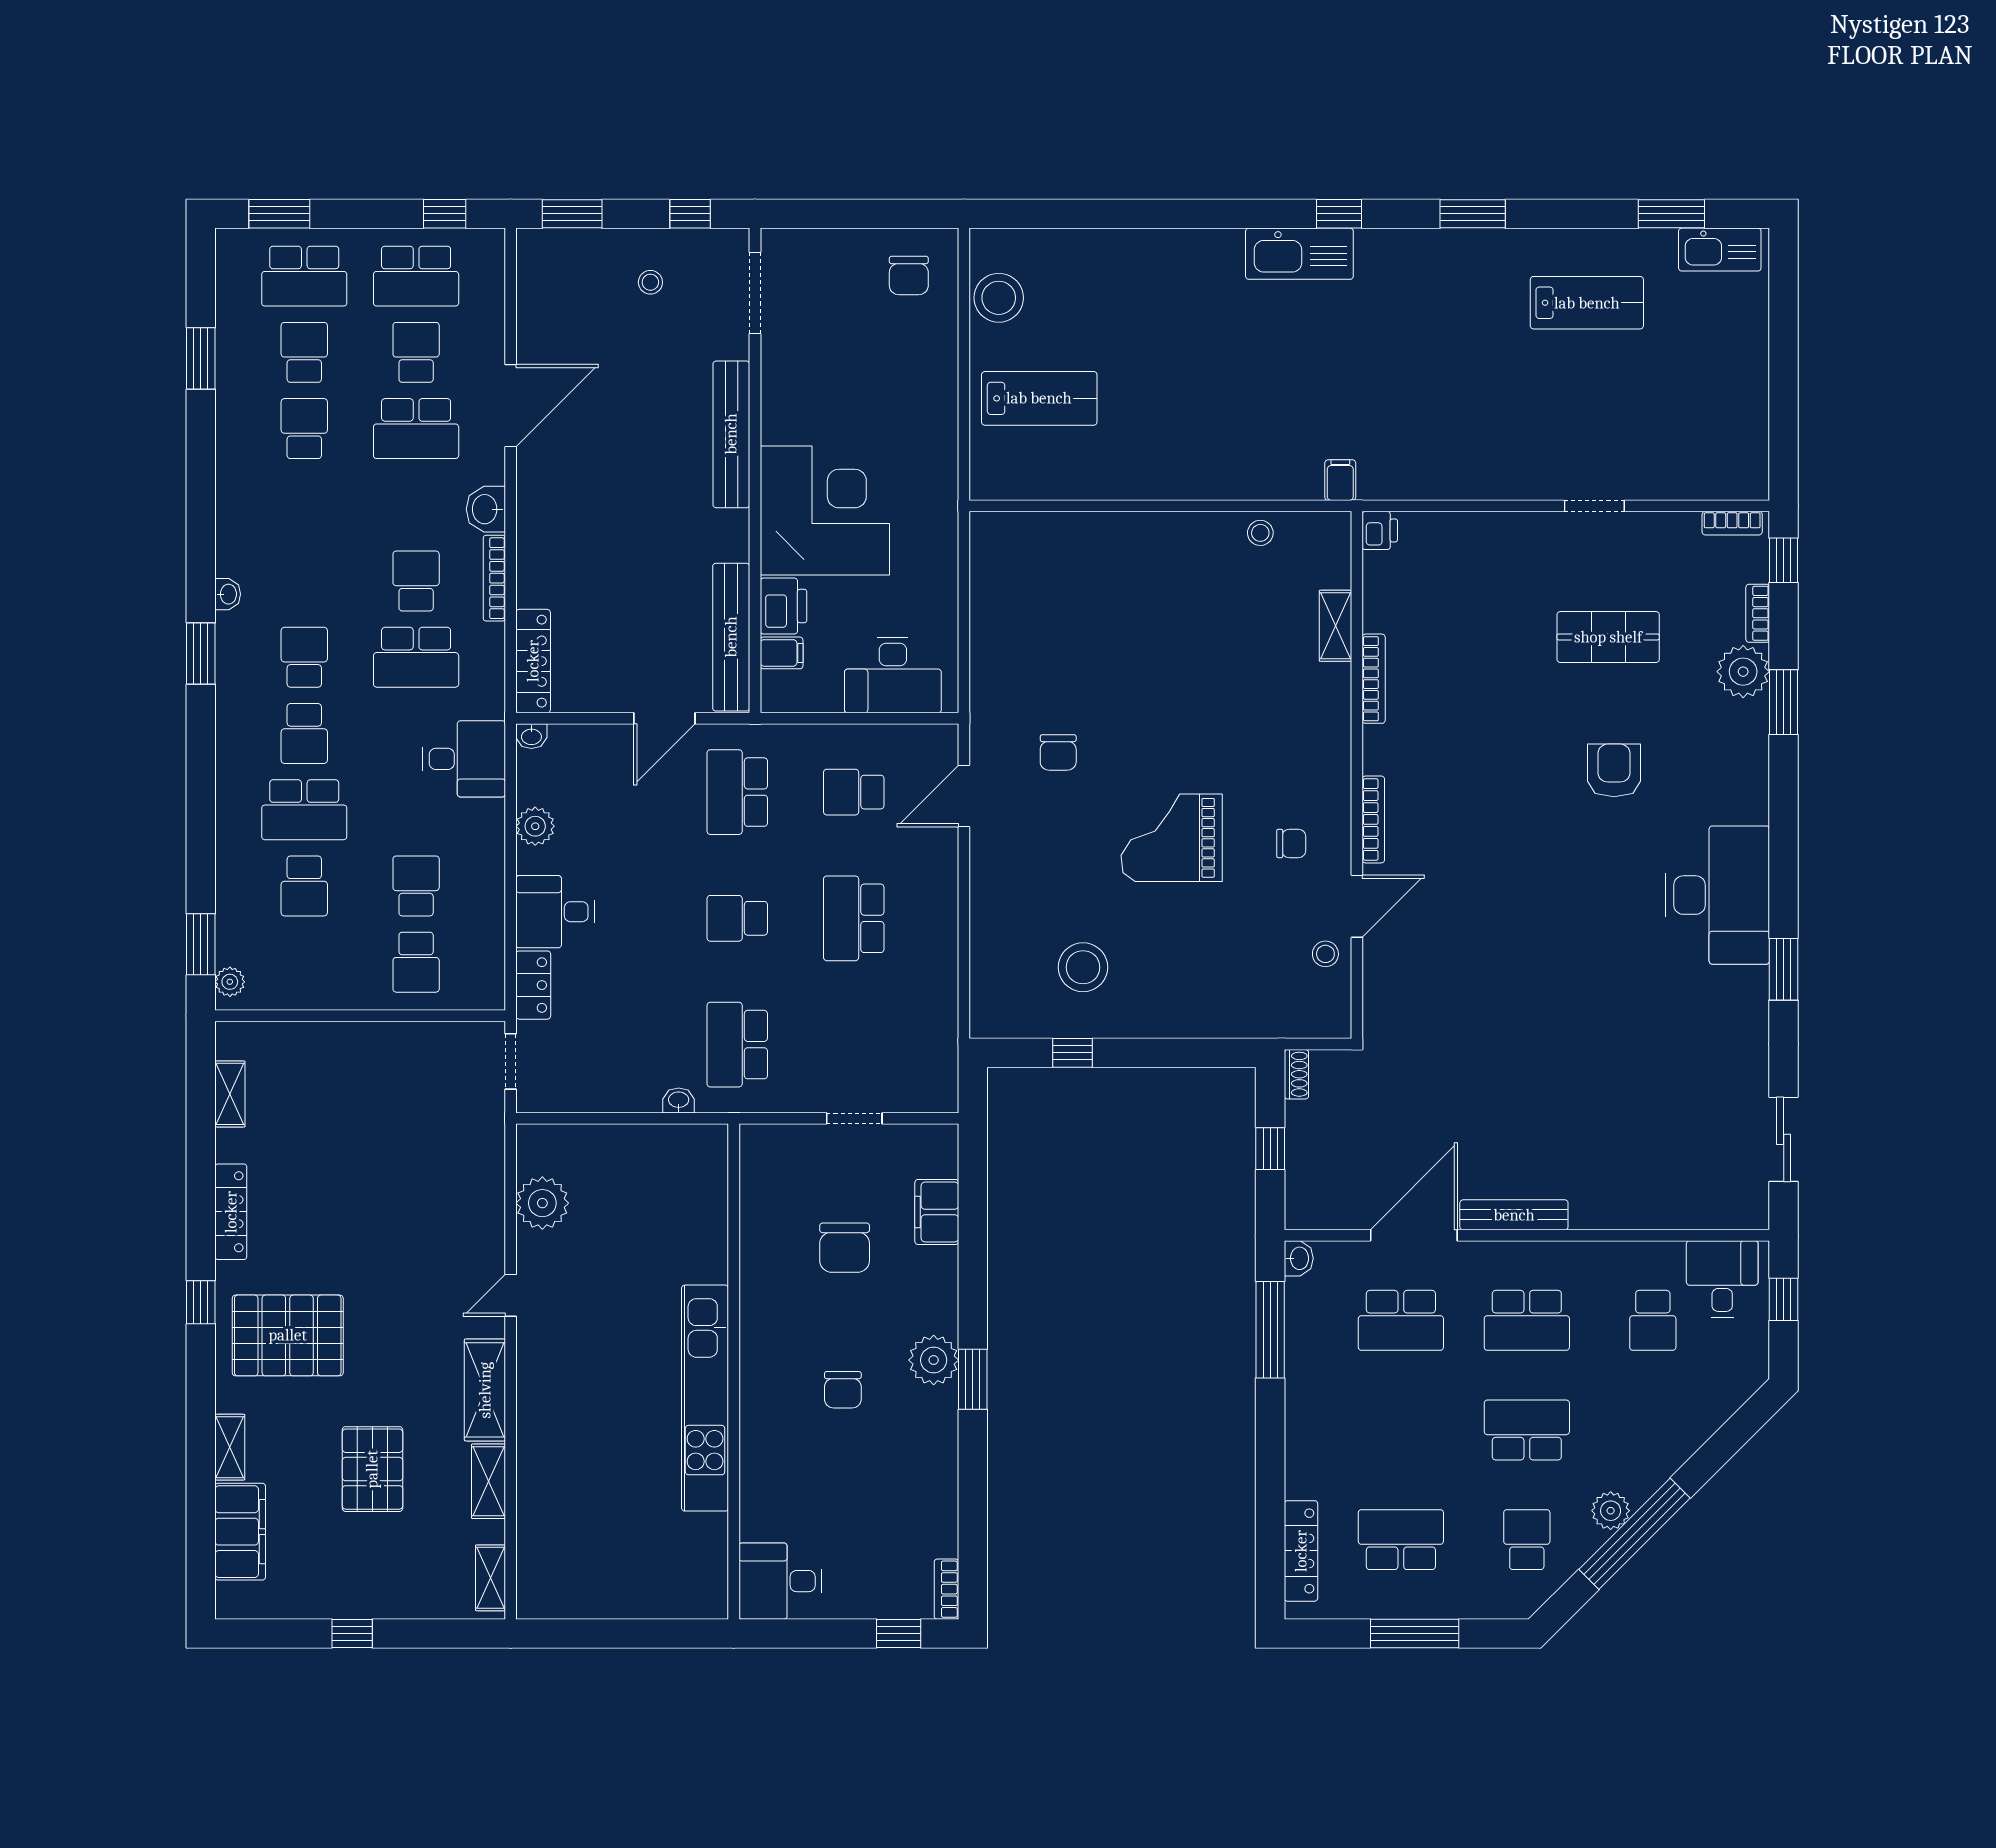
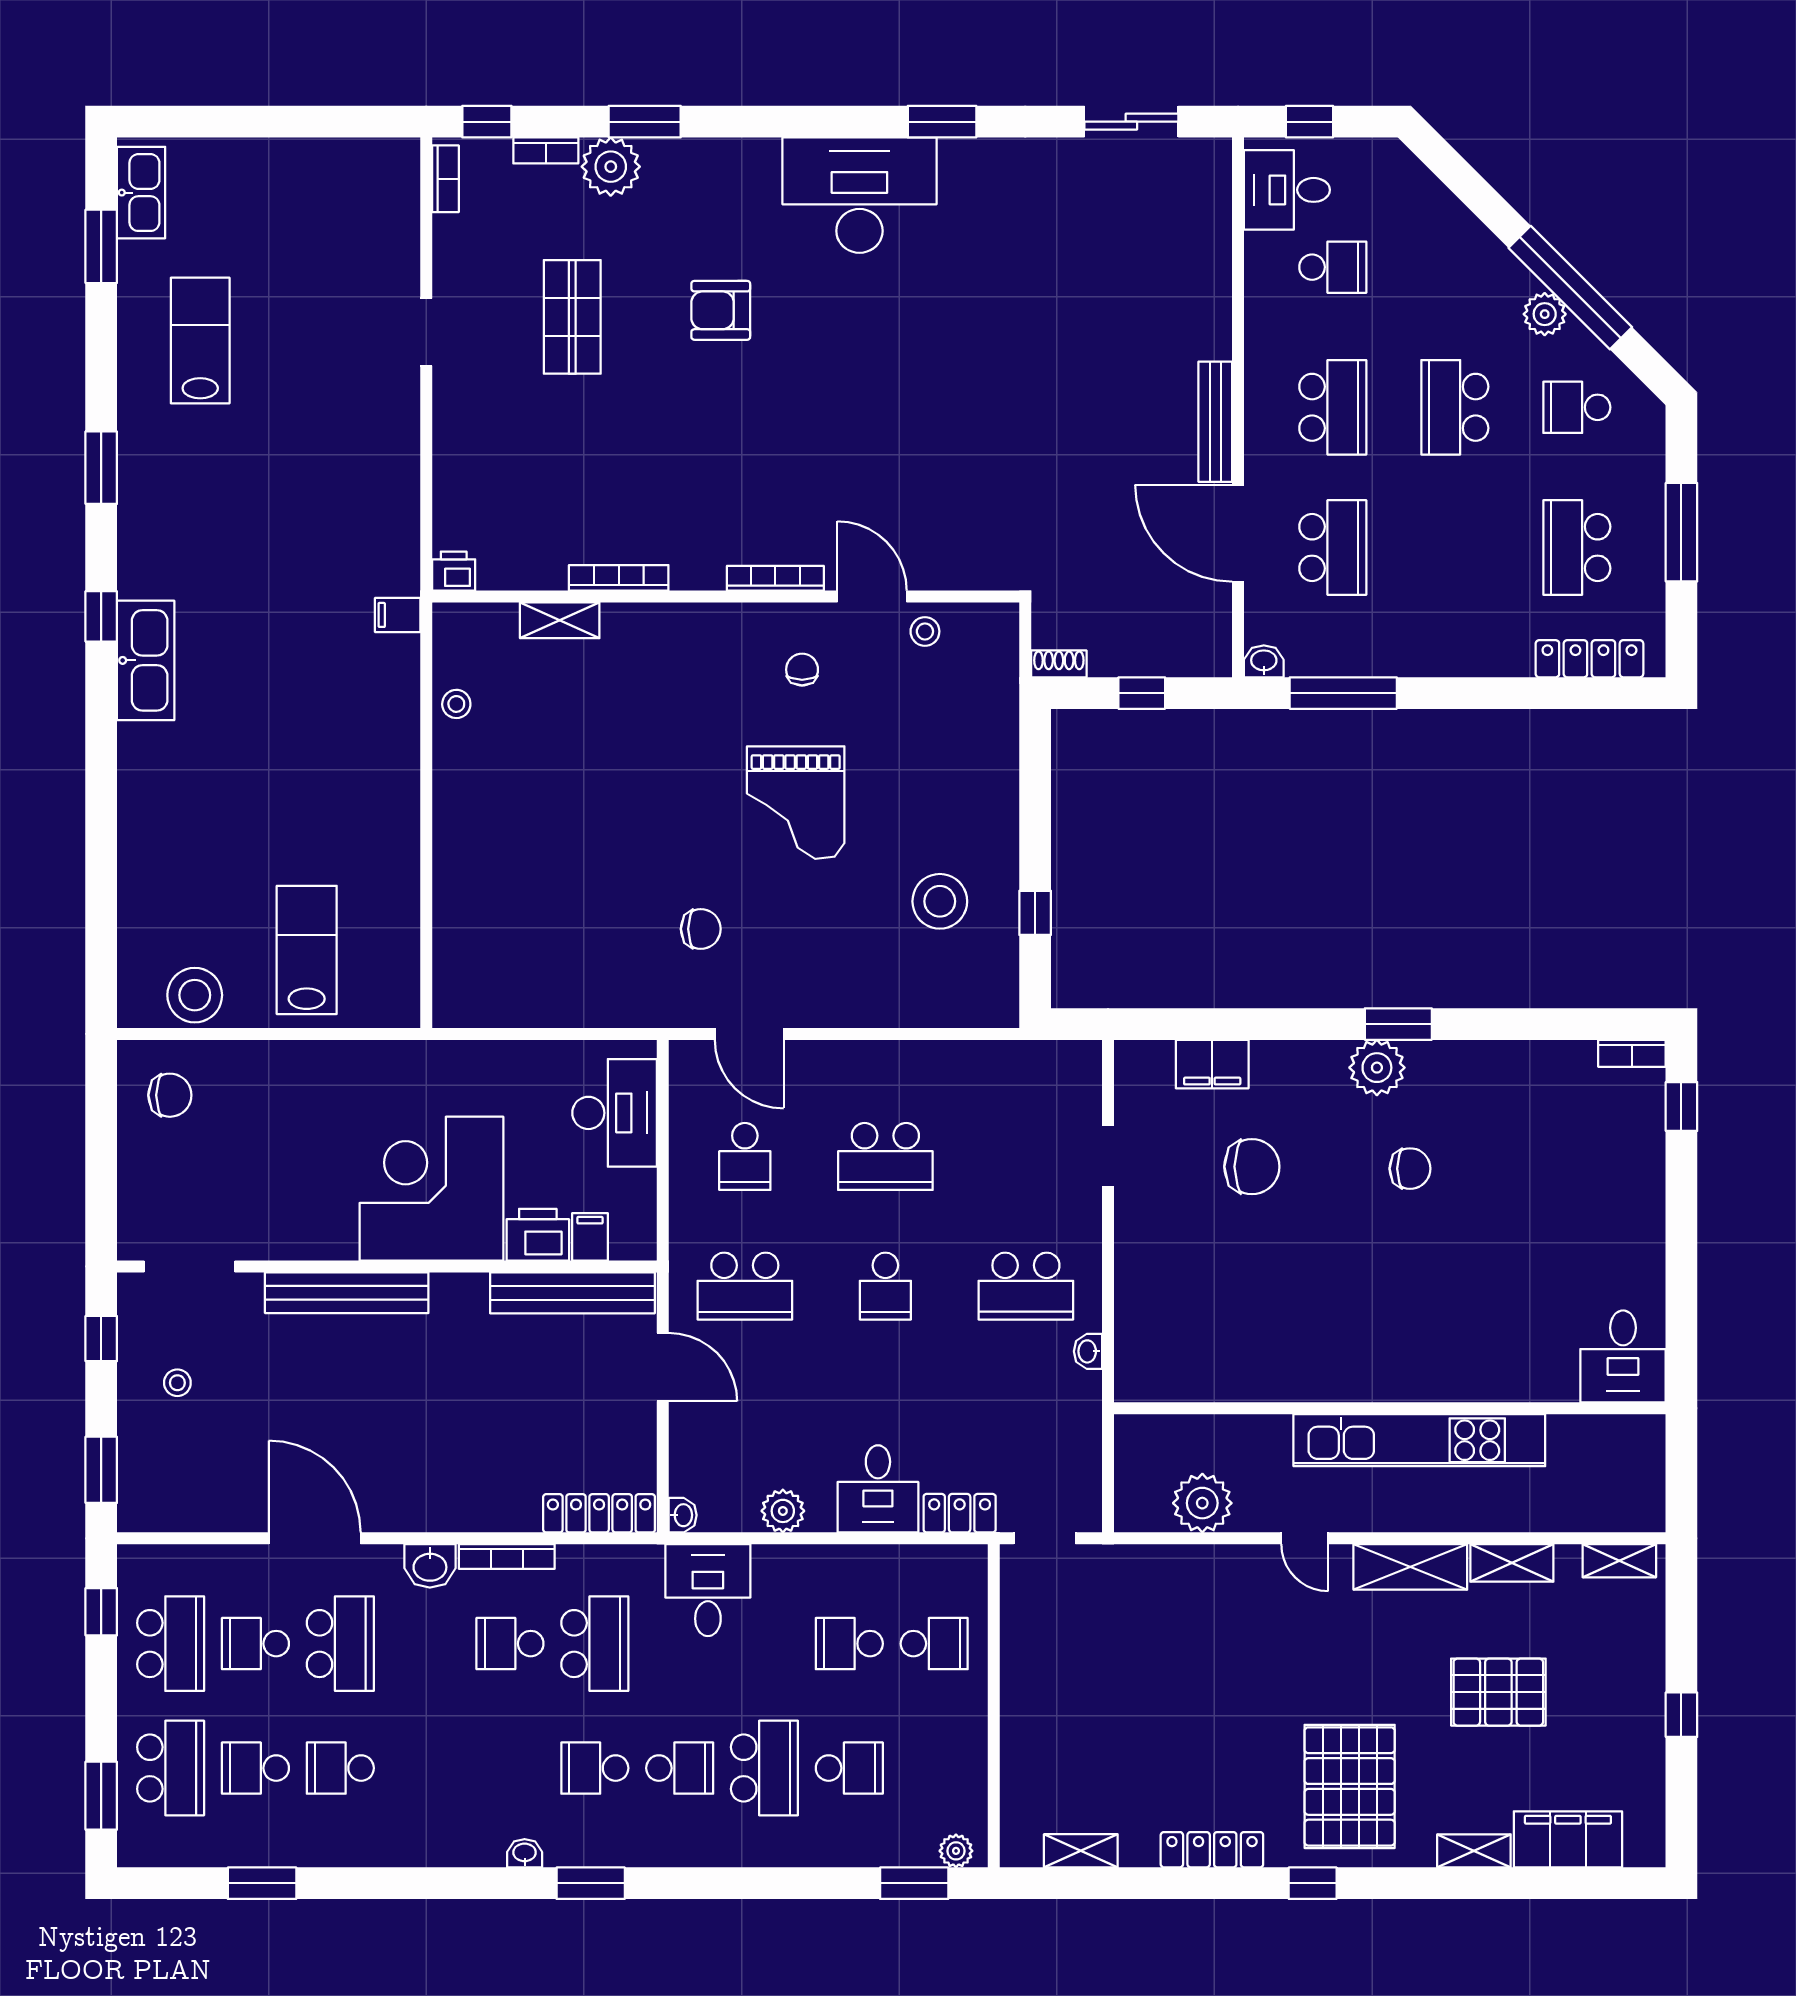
wall: (734, 1372) -> (1390, 1408), moved
kitchen unit: (705, 1398) -> (1419, 1440), moved
desk: (780, 1581) -> (1623, 1356), moved

